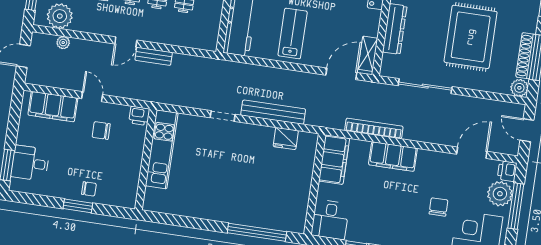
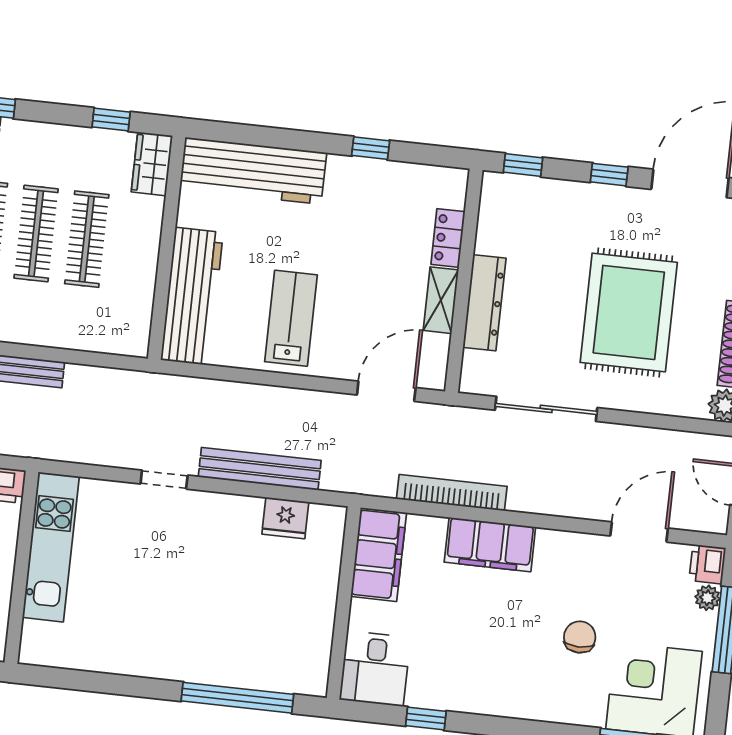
shelving: (368, 54) -> (441, 300), moved
plant: (500, 194) -> (708, 598), width x0.53, depth x0.53

